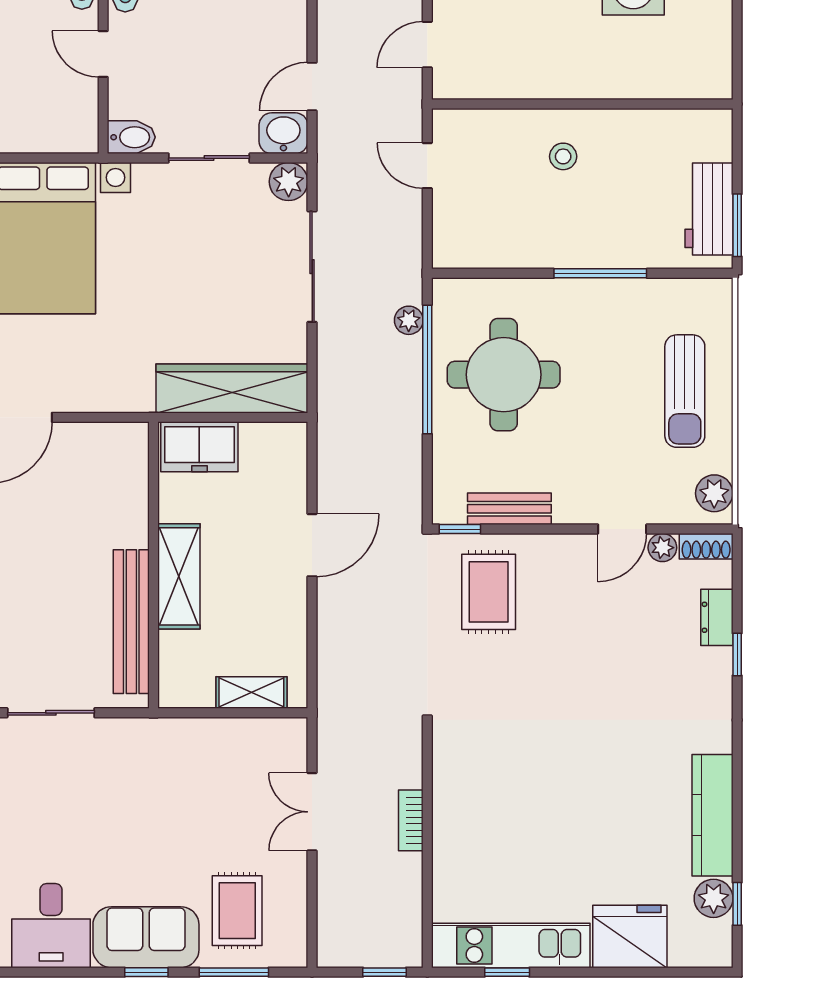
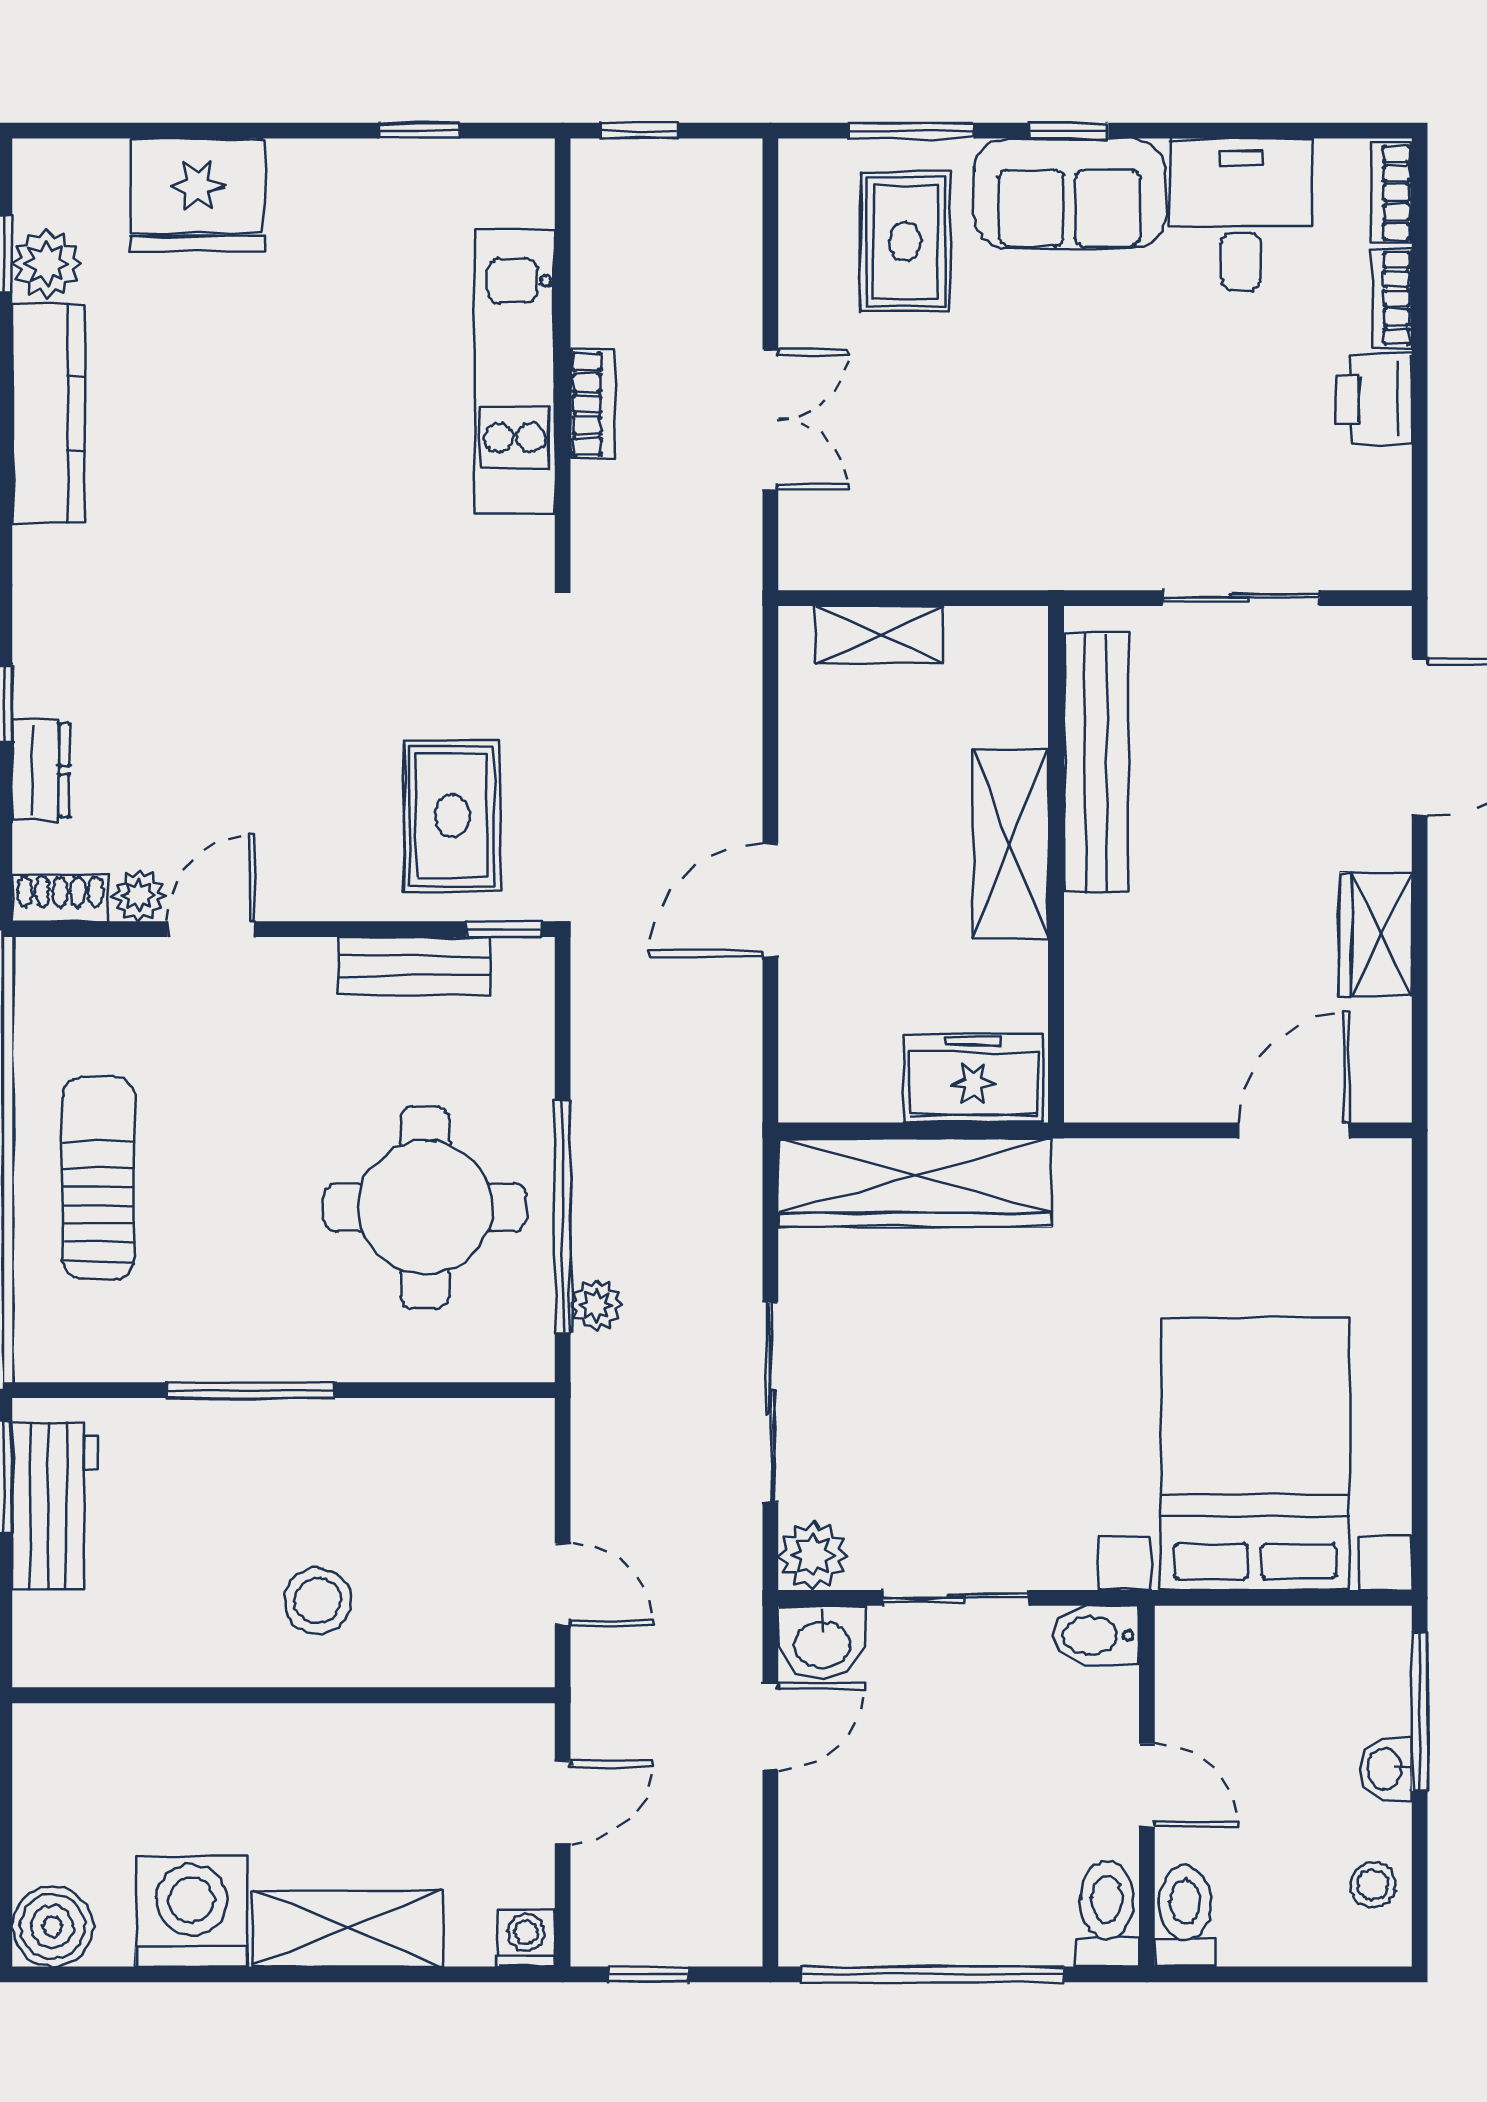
stool: (563, 156) -> (318, 1601), width x1.37, depth x1.37
plant: (714, 493) -> (45, 994), removed
kitchen unit: (511, 945) -> (515, 372), moved, turned 90

